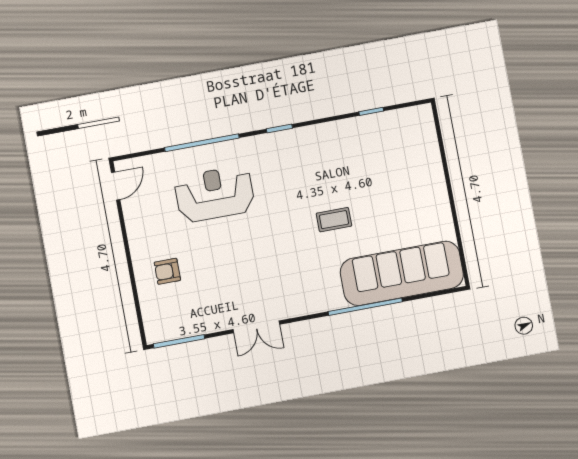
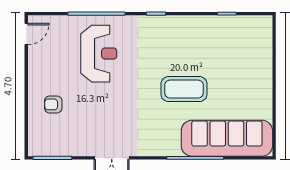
reception desk: (215, 194) -> (99, 54), turned 90
coffee table: (334, 220) -> (184, 89), width x1.86, depth x1.72

